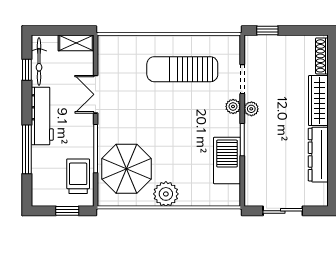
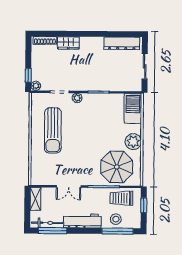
window: (27, 70) -> (52, 231), width x2.17
wardrobe: (318, 101) -> (68, 43), width x0.67
plant: (251, 109) -> (36, 86), moved
window: (27, 149) -> (117, 231), moved
dresser: (318, 155) -> (122, 43), moved
barbecue: (227, 161) -> (133, 109), moved, turned 90
stool: (46, 168) -> (116, 219), added

